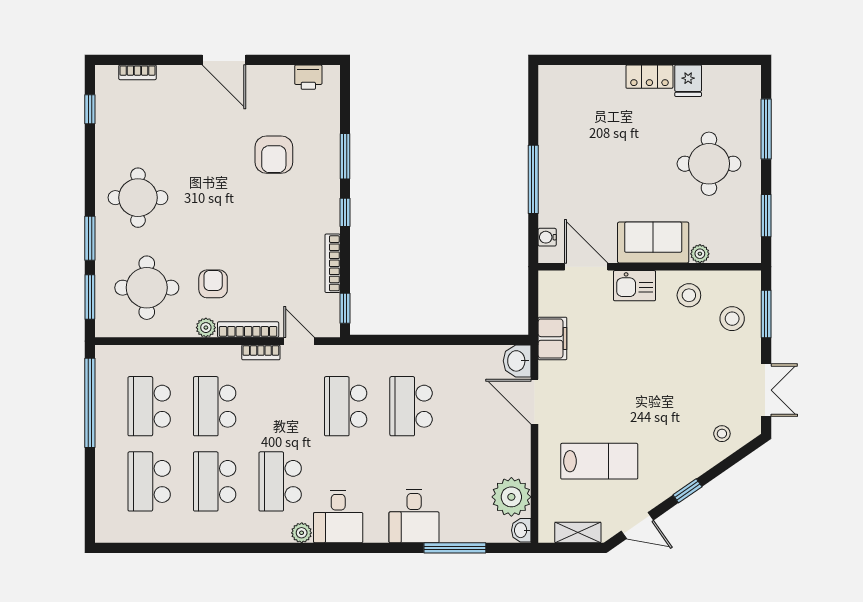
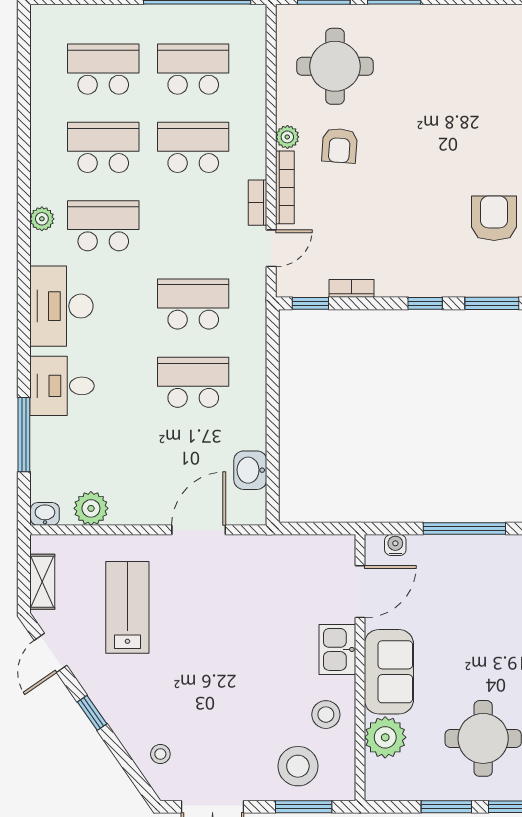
armchair: (274, 155) -> (494, 218), turned 90
round table: (138, 198) -> (443, 56), removed
window: (766, 216) -> (446, 807), moved
plant: (700, 254) -> (385, 737), width x1.87, depth x1.87
bookcase: (333, 263) -> (351, 288), width x0.64
armchair: (213, 284) -> (340, 146), turned 94
stool: (732, 319) -> (298, 766), width x1.38, depth x1.38
filing cabinet: (552, 338) -> (274, 551), removed
washbasin: (517, 361) -> (250, 470), moved, turned -90
lab bench: (599, 461) -> (127, 607), turned 180
plant: (511, 497) -> (91, 508), width x0.73, depth x0.73
desk: (338, 516) -> (61, 306), width x1.37
plant: (302, 533) -> (42, 219), moved

